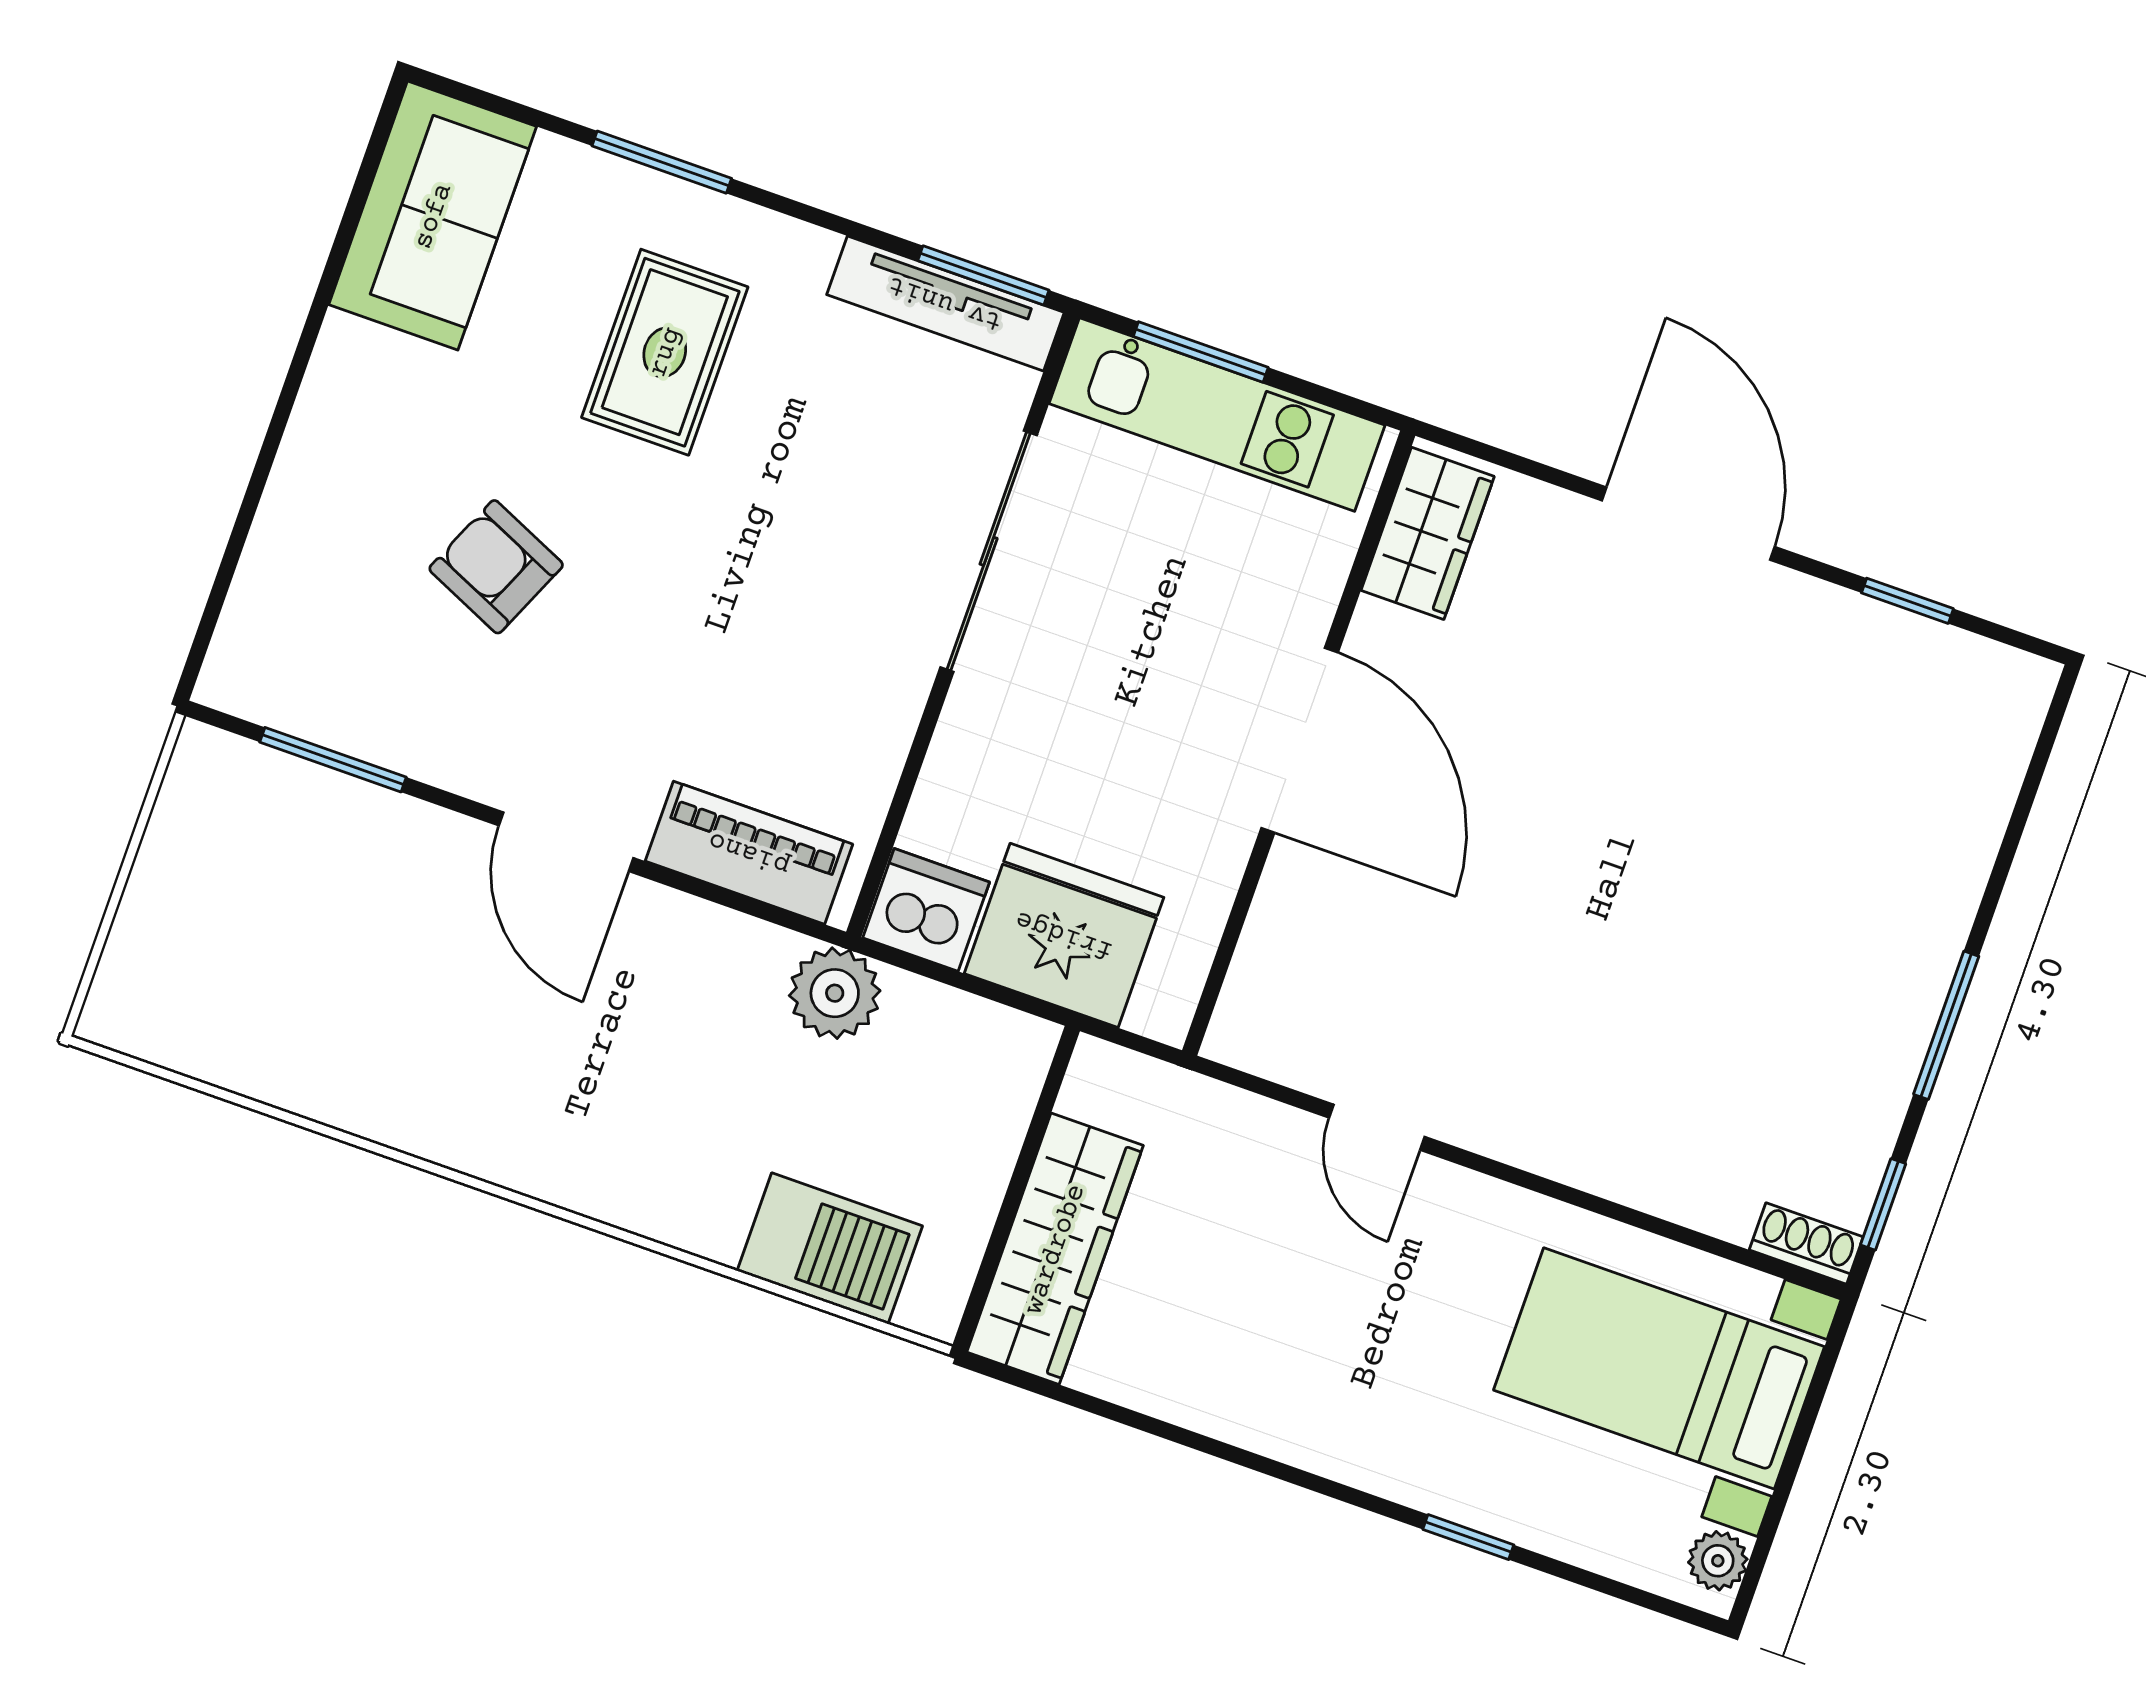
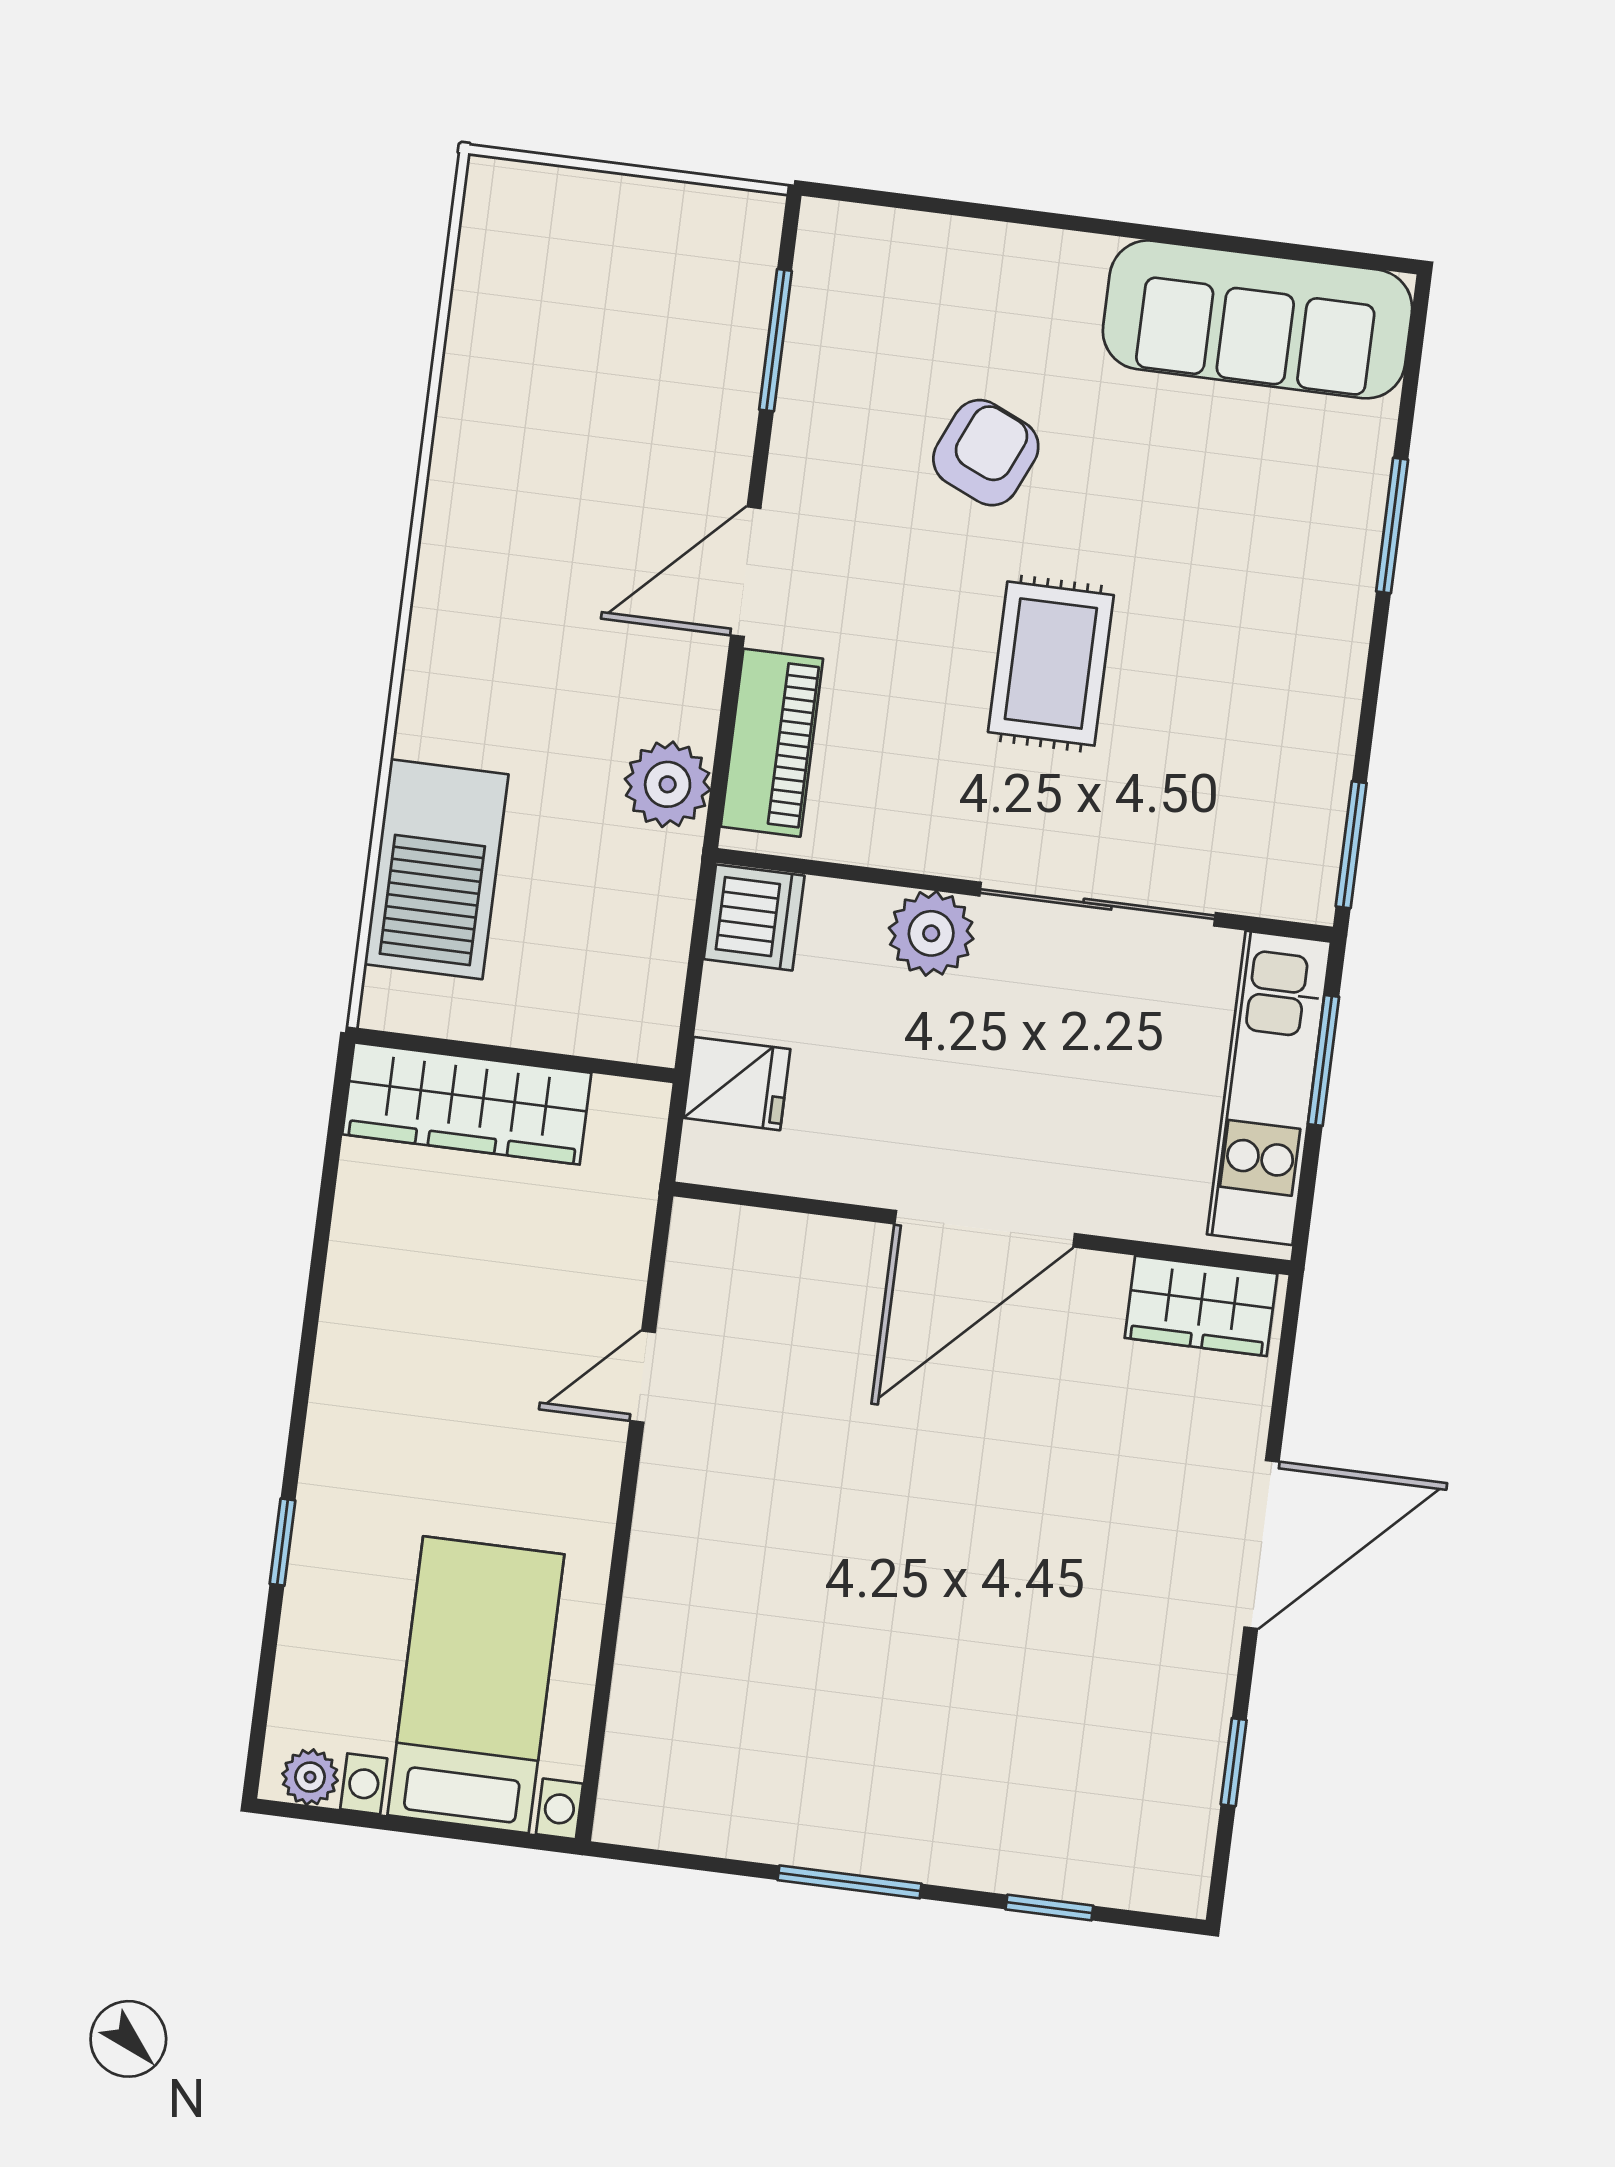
sofa: (433, 216) -> (1257, 319), width x1.36
tv unit: (945, 303) -> (1318, 815), removed
rug: (665, 352) -> (1051, 664), moved, turned 90
plant: (982, 730) -> (931, 933), added
fridge: (1064, 935) -> (737, 1084), width x0.53, depth x0.75
plant: (835, 993) -> (668, 784), moved
window: (1883, 1204) -> (1049, 1908), moved
shoe rack: (1806, 1243) -> (620, 1796), removed
barbecue: (830, 1248) -> (436, 869), width x1.37, depth x1.21

